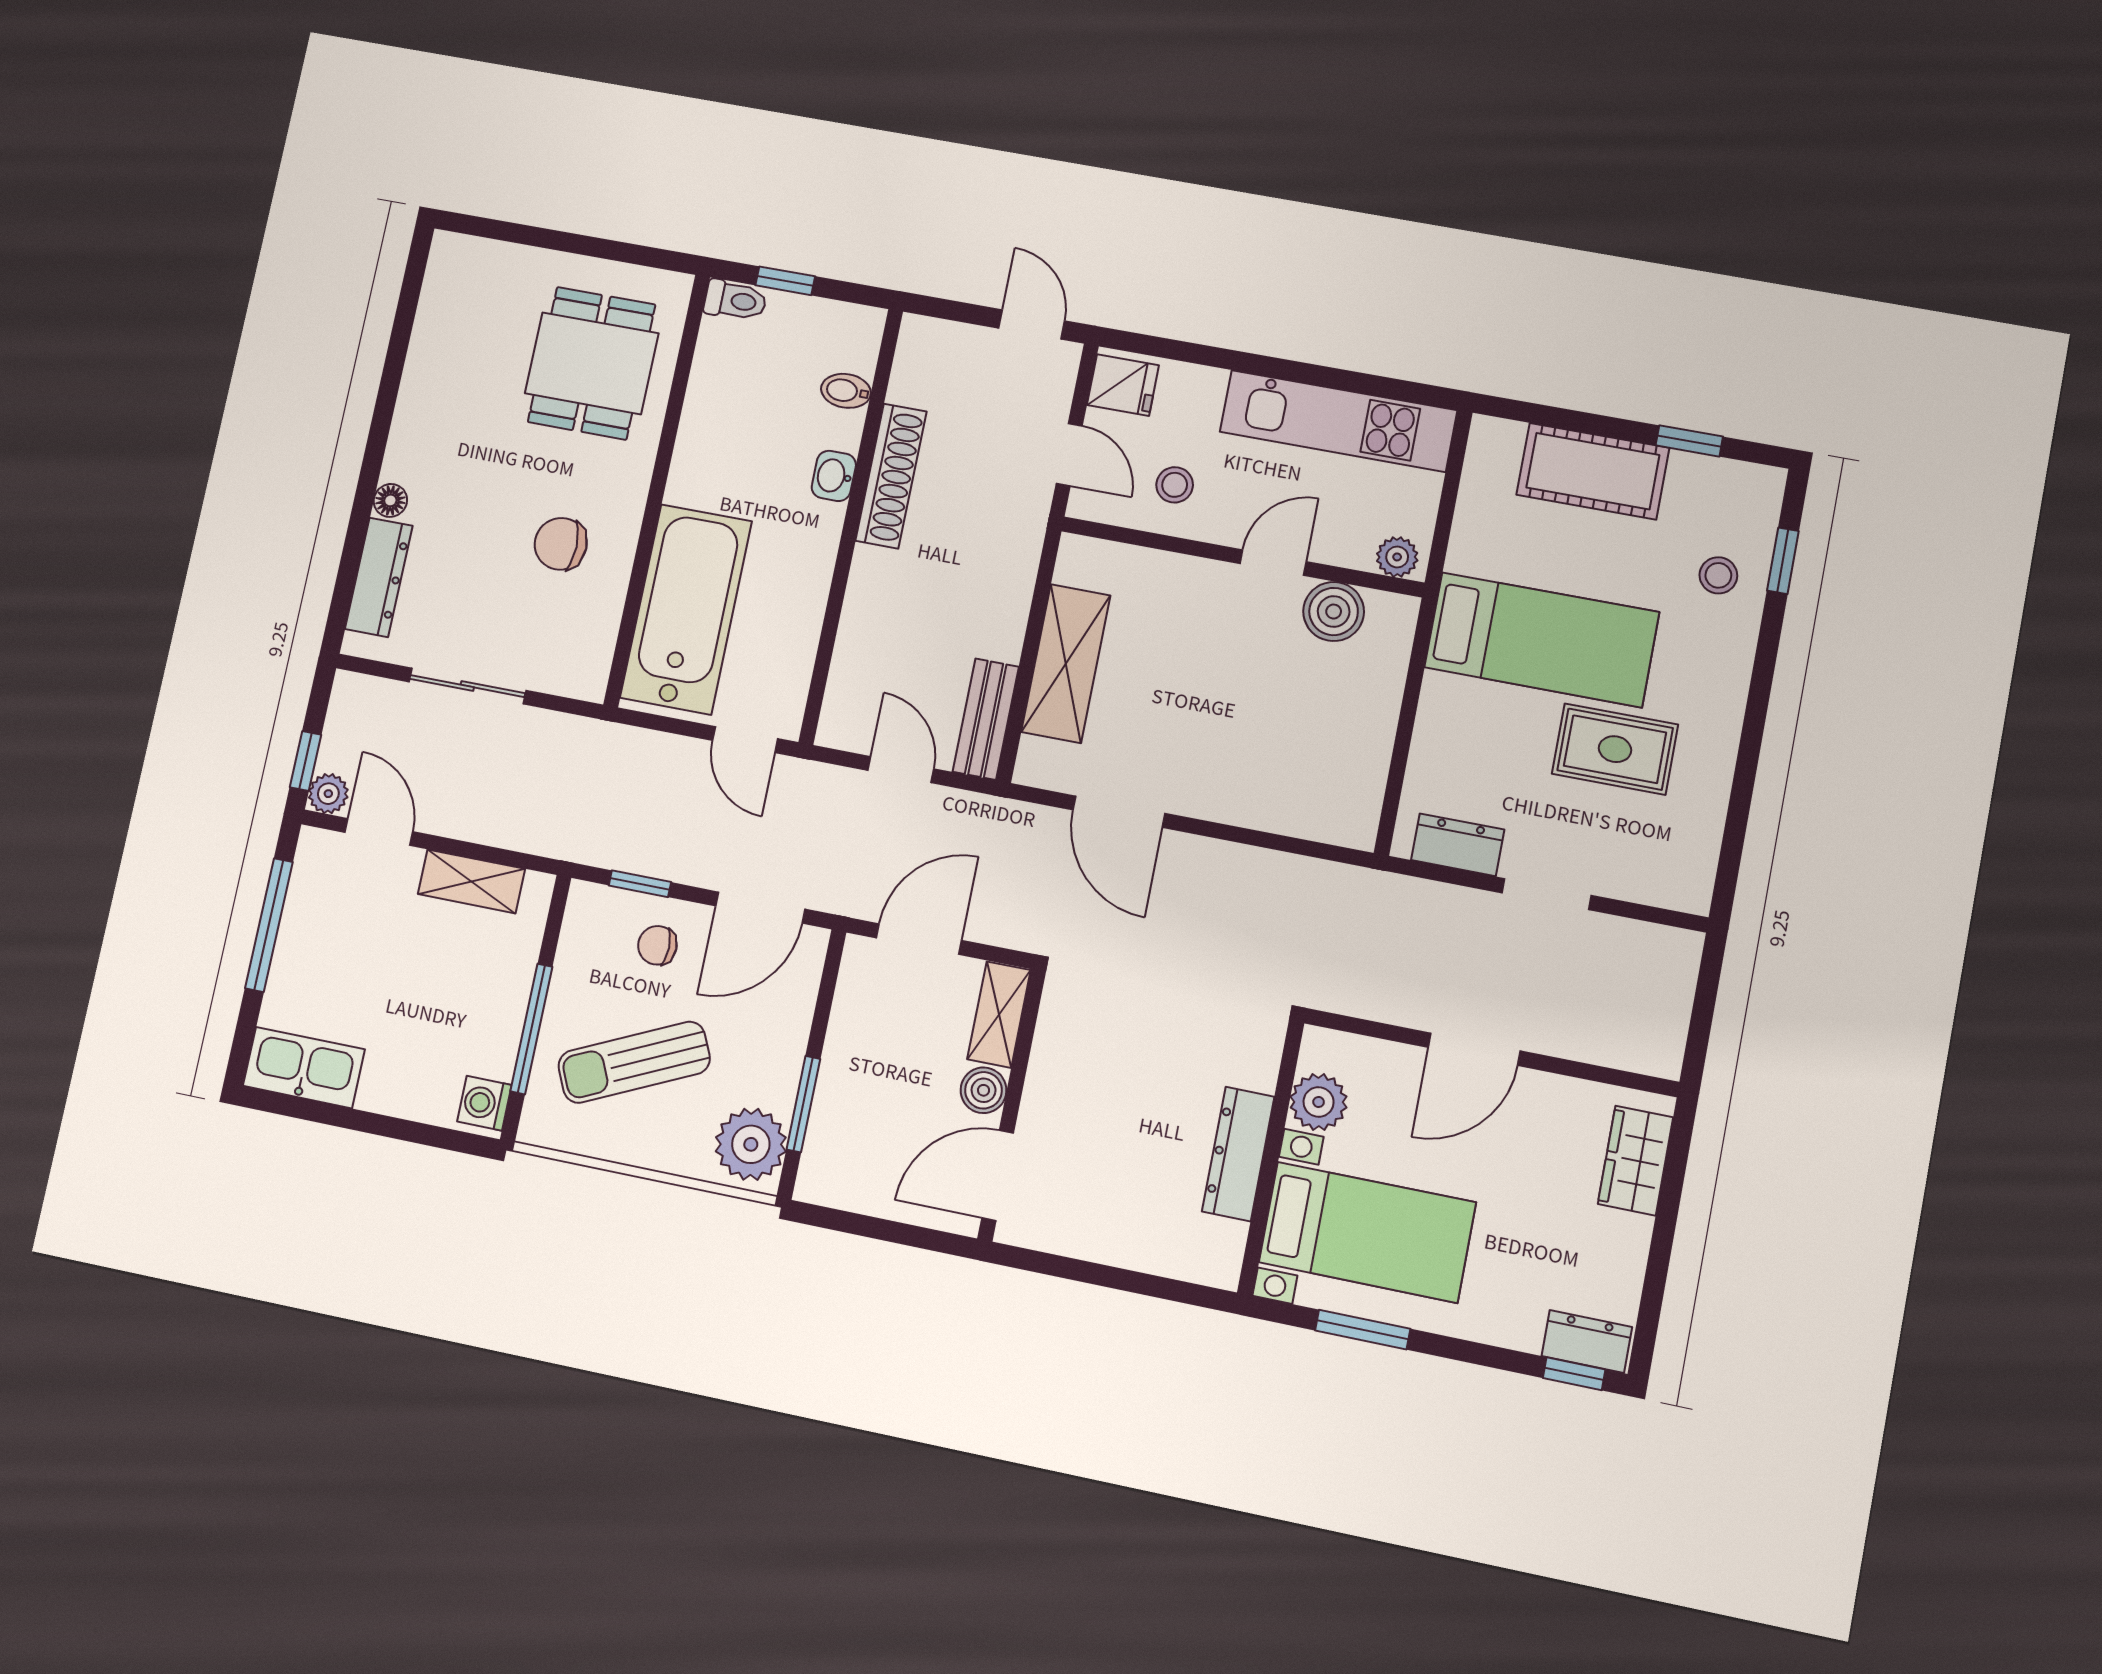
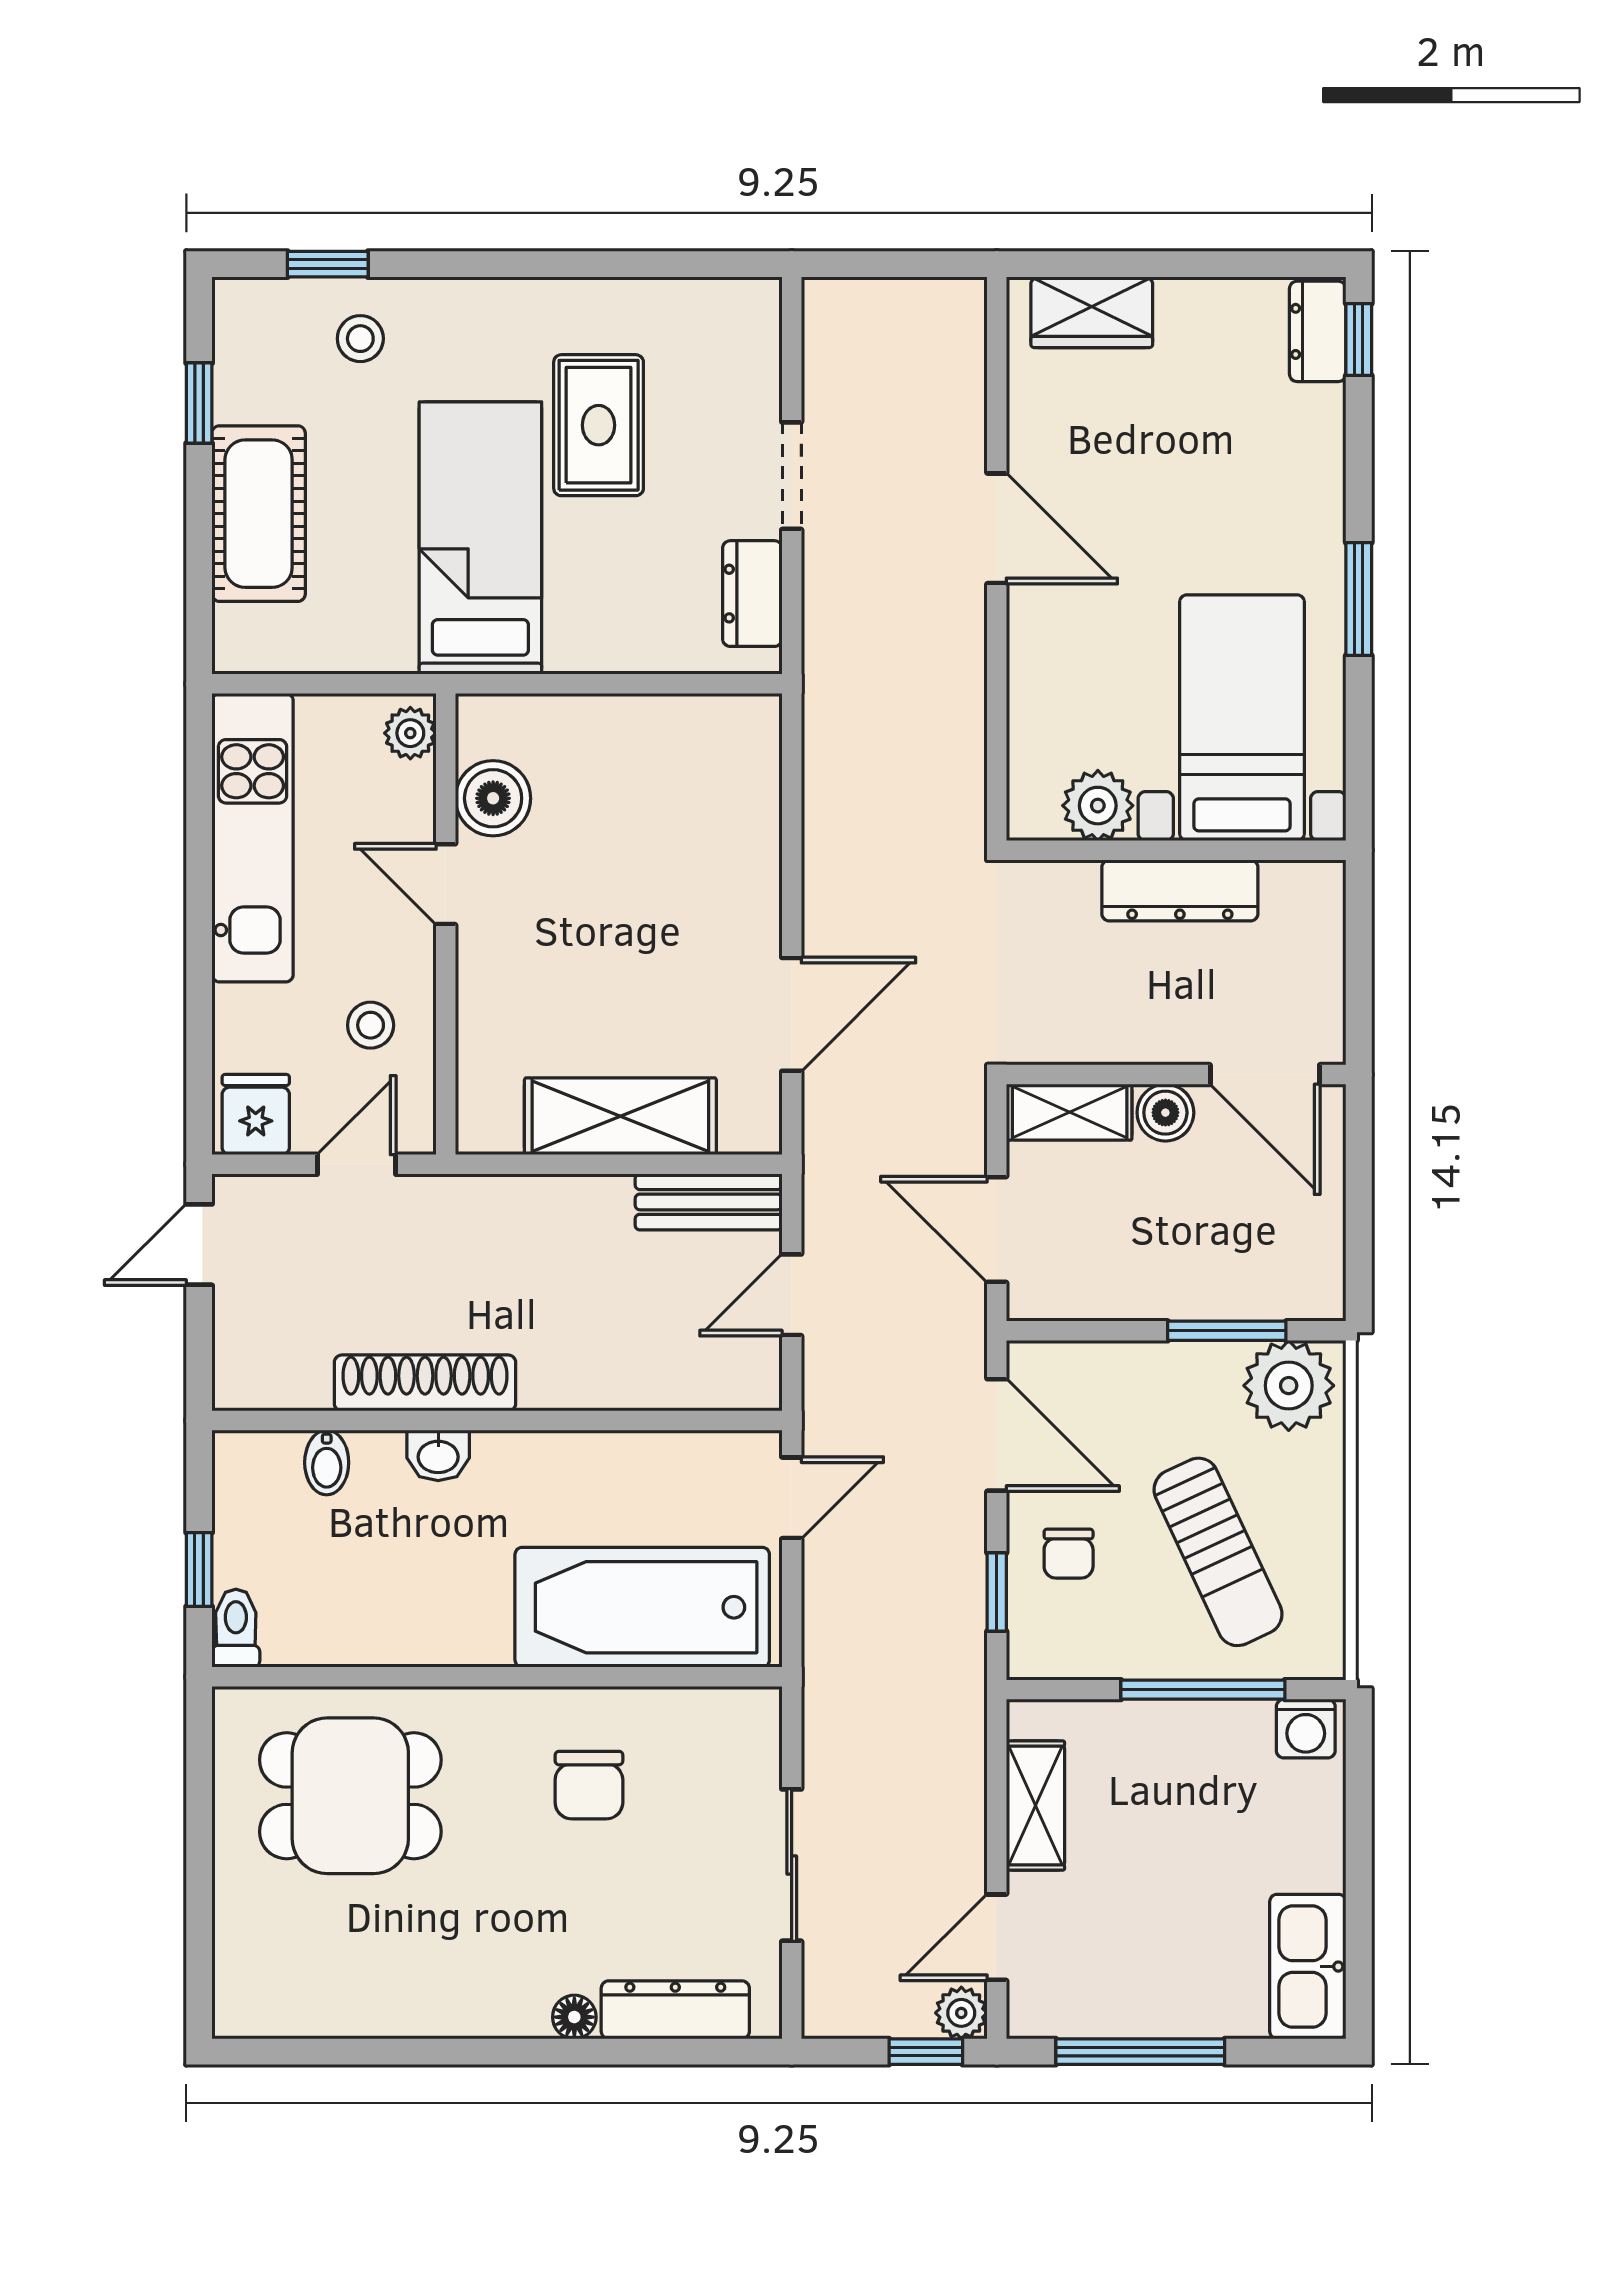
plant: (1319, 1102) -> (1098, 806), moved
dresser: (1238, 1154) -> (1180, 890), moved
wall: (1271, 1158) -> (1176, 850), moved
bed with nightstands: (1367, 1232) -> (1242, 718), moved

